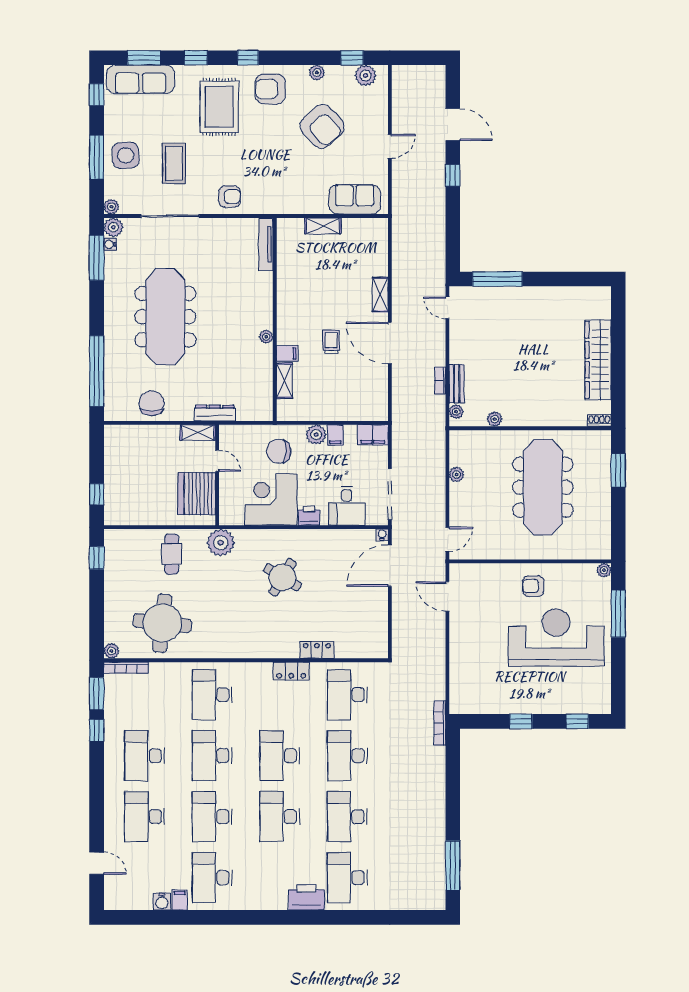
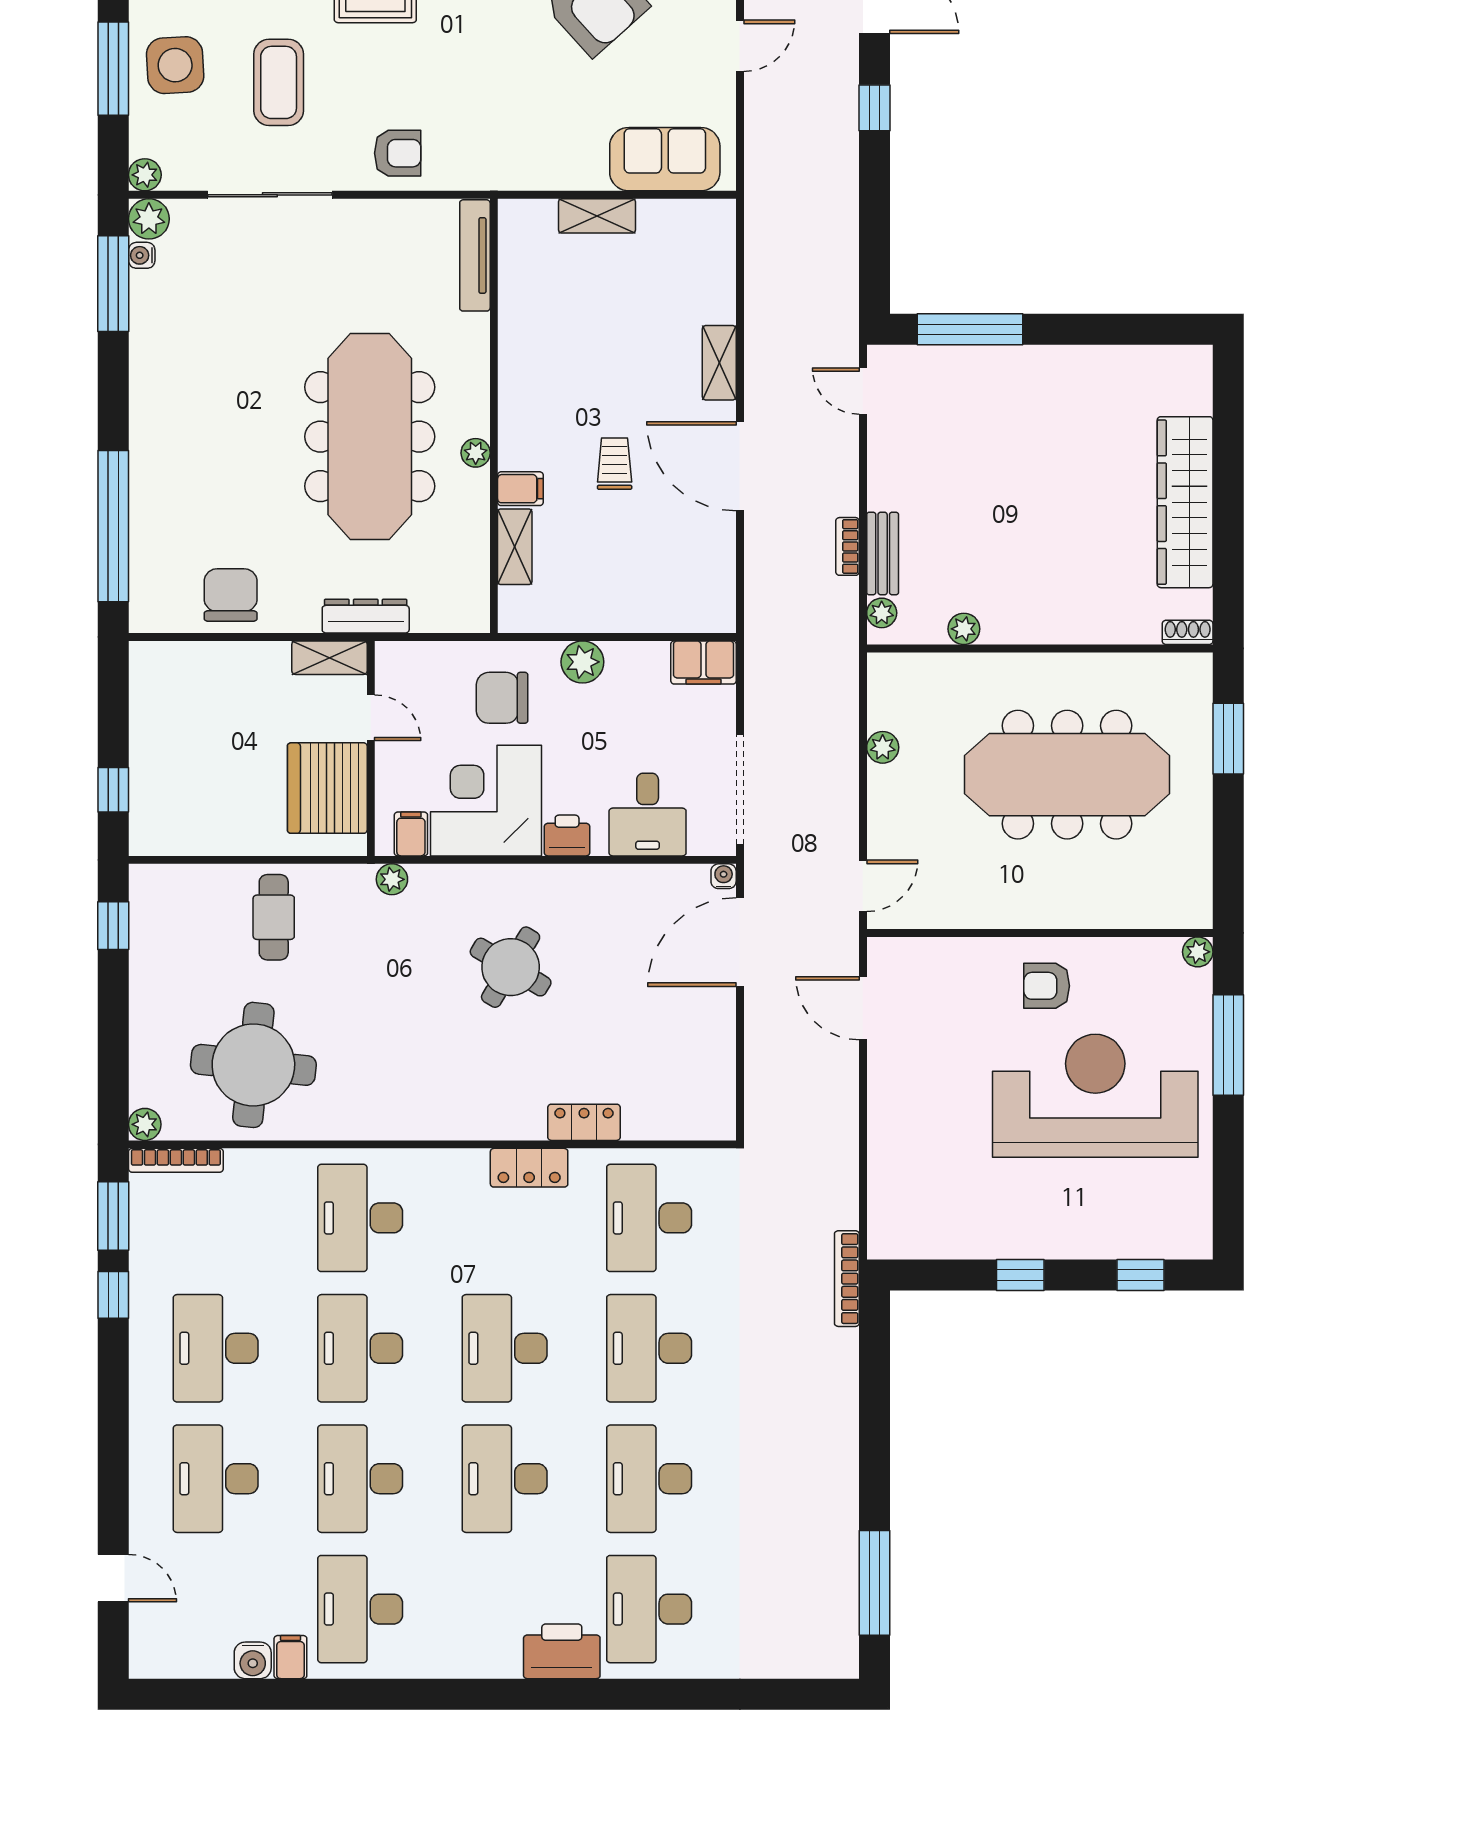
meeting table: (165, 317) -> (370, 437), moved
filing cabinet: (335, 435) -> (411, 834), moved, turned 180
meeting table: (543, 487) -> (1067, 775), turned 90
plant: (221, 543) -> (392, 879), width x0.53, depth x0.53

